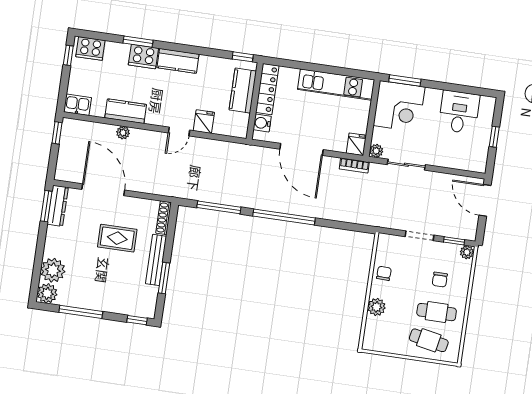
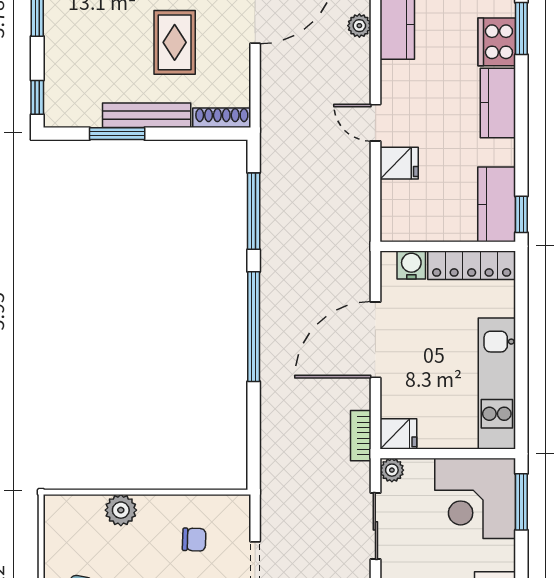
kitchen counter: (243, 91) -> (497, 204), moved, turned -90
chair: (384, 273) -> (194, 540), moved

